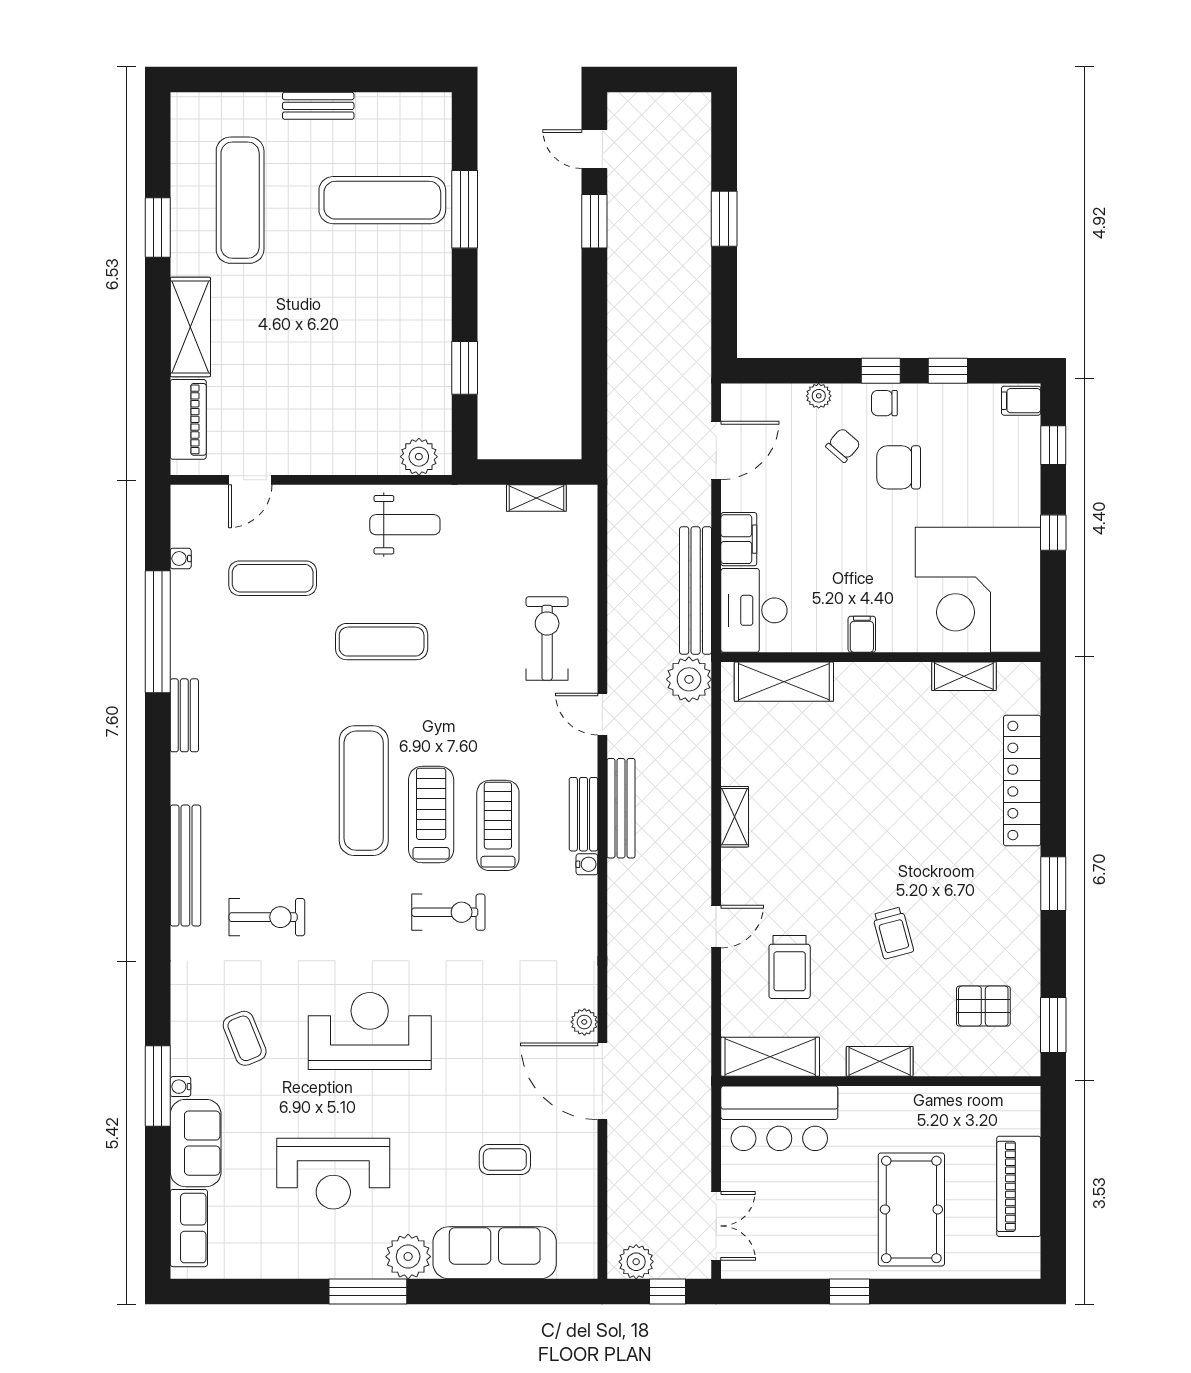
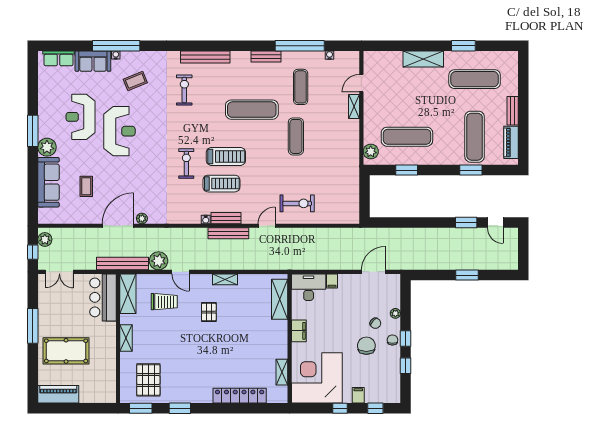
door: (594, 149) -> (495, 223), swing flipped
window: (465, 209) -> (471, 170), width x0.69
exercise mat: (382, 367) -> (407, 137), added
filing cabinet: (1021, 401) -> (358, 395), moved
piano: (188, 419) -> (511, 142), moved, turned 90
door: (716, 450) -> (373, 272), swing flipped
door: (250, 480) -> (361, 83), hinge flipped
shelving: (536, 498) -> (354, 106), moved
weight bench: (405, 525) -> (343, 146), removed
filing cabinet: (739, 539) -> (332, 281), width x0.50
exercise mat: (273, 578) -> (301, 87), moved
bench: (696, 590) -> (123, 264), moved
filing cabinet: (862, 634) -> (299, 331), width x2.00
plant: (689, 679) -> (159, 261), moved
exercise mat: (364, 791) -> (252, 110), moved
pallet: (816, 857) -> (209, 312), added
window: (1053, 884) -> (180, 408), moved
exercise bike: (448, 912) -> (186, 163), turned 180
exercise bike: (267, 917) -> (184, 90), turned 180
trolley: (893, 933) -> (178, 343), removed
trolley: (790, 967) -> (164, 302), turned 180
pallet: (983, 1006) -> (148, 380), width x1.50, depth x1.42
reception desk: (370, 1031) -> (119, 131), moved
window: (158, 1086) -> (116, 46), width x1.46
piano: (1019, 1186) -> (58, 394), moved
window: (849, 1292) -> (33, 326), width x2.17

